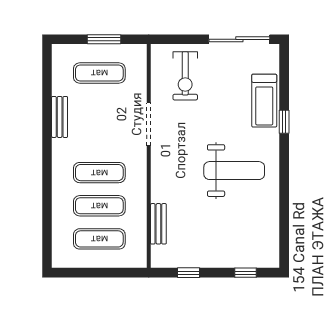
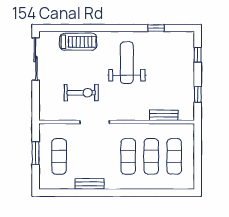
exercise bike: (185, 76) -> (81, 93), moved
window: (284, 122) -> (156, 28), moved

